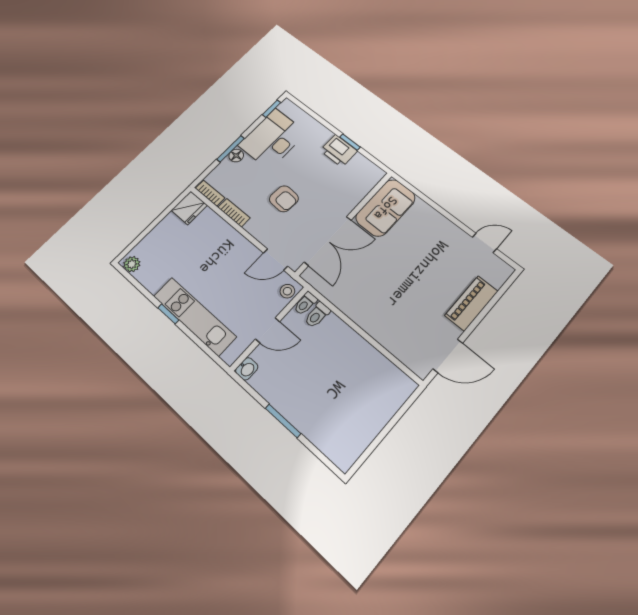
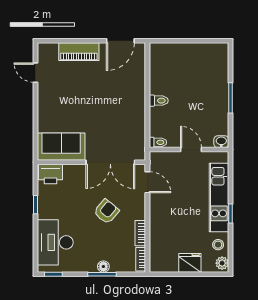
desk: (272, 139) -> (55, 242), moved, turned 90
printer: (339, 151) -> (51, 174), moved, turned 90
armchair: (284, 199) -> (106, 211), turned 36
fridge: (189, 208) -> (190, 263), moved
double door: (328, 241) -> (110, 162), swing flipped
stool: (287, 291) -> (218, 245), moved
toilet: (317, 315) -> (159, 101), moved
door: (448, 356) -> (120, 41), swing flipped

